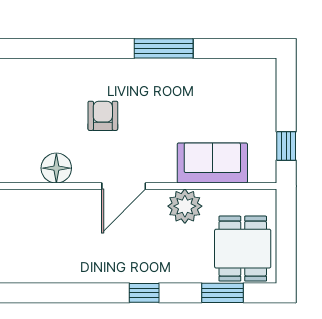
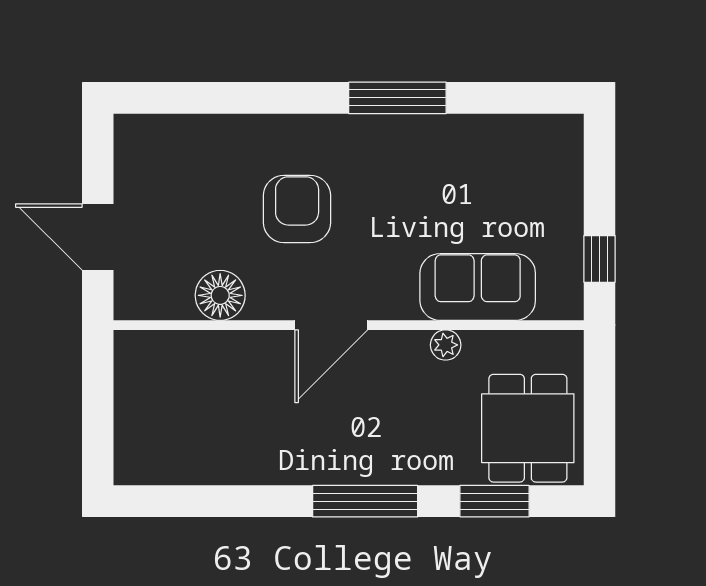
armchair: (103, 116) -> (297, 209), width x1.38, depth x1.38
plant: (185, 206) -> (446, 345), width x0.53, depth x0.53
window: (144, 293) -> (365, 501), width x2.17

